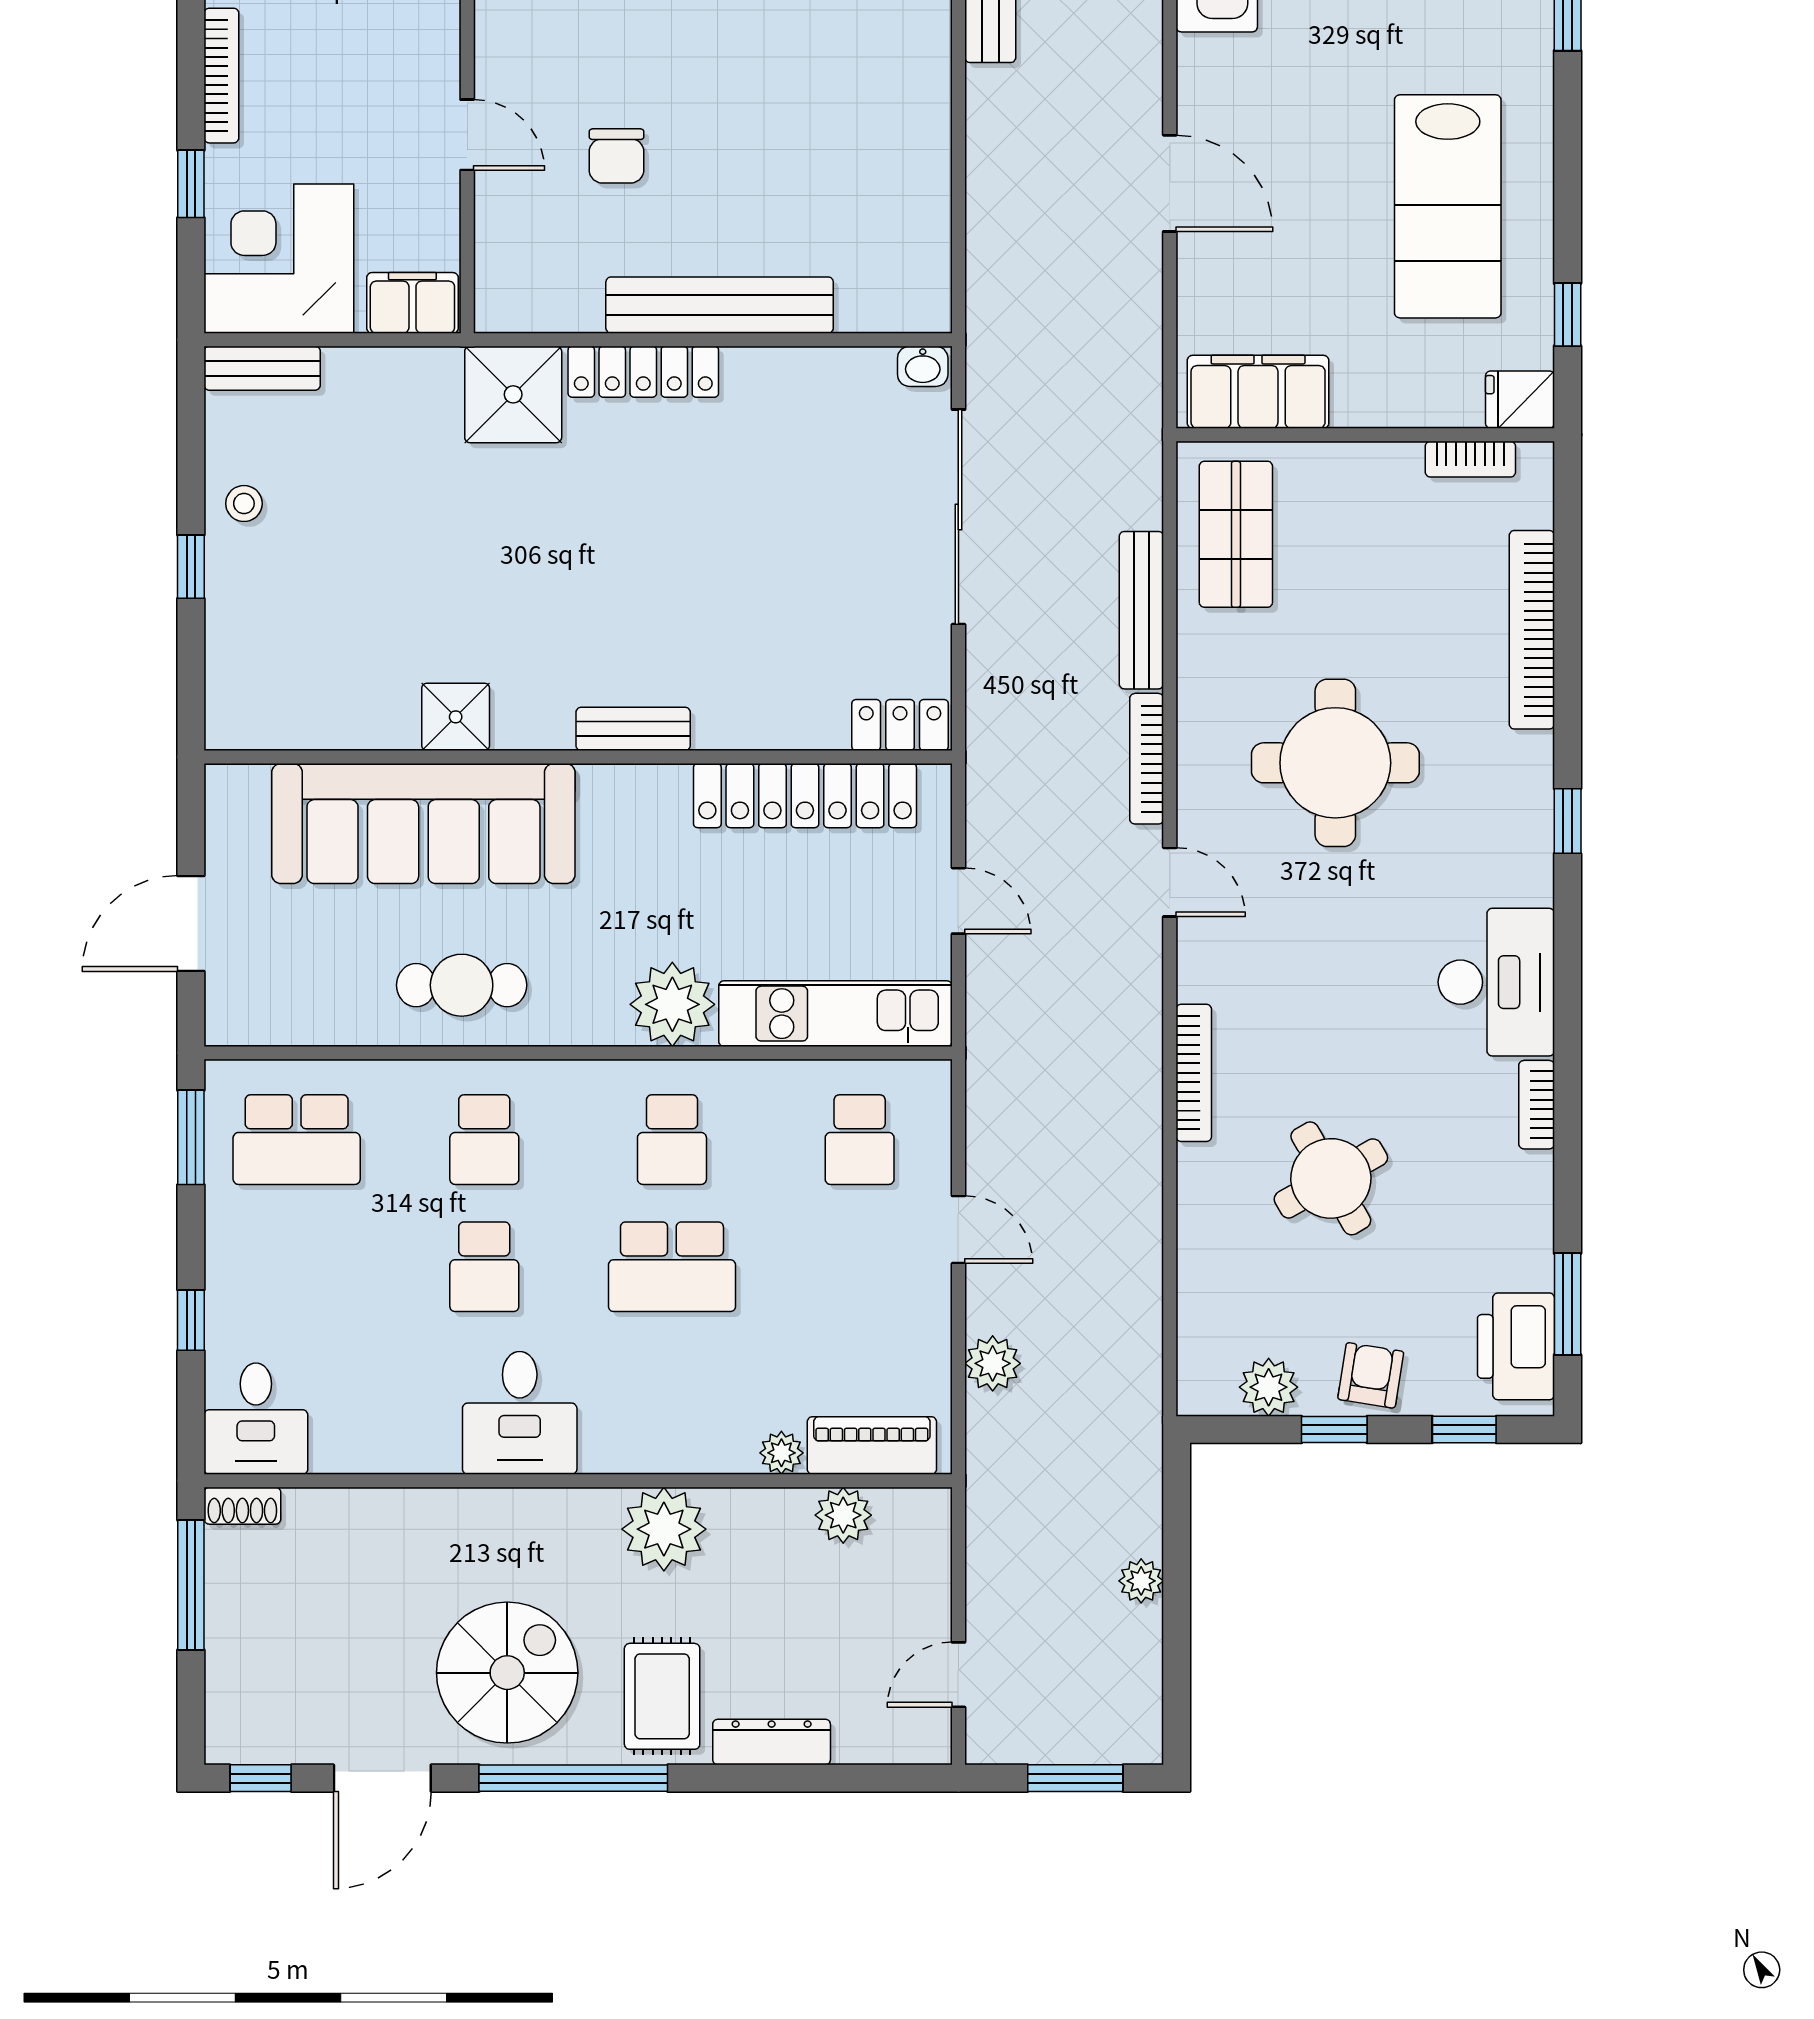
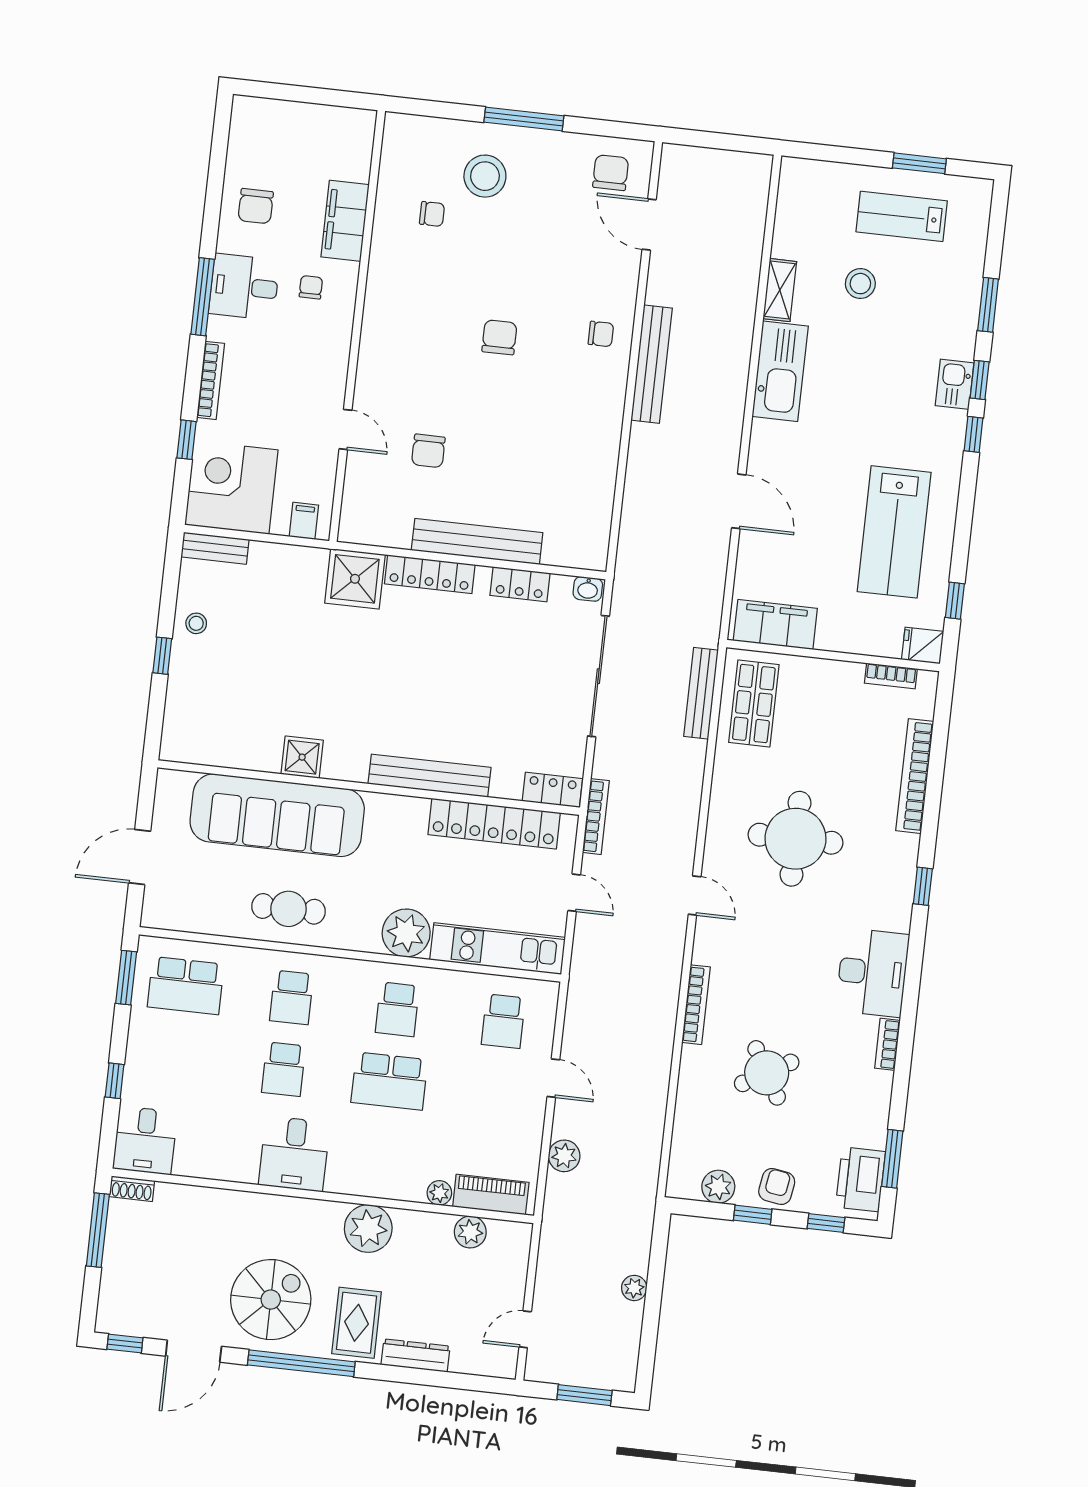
filing cabinet: (412, 303) -> (304, 521), width x0.50
locker: (803, 372) -> (520, 584), added
bench: (1141, 610) -> (701, 693), moved
bench: (633, 729) -> (430, 776), width x1.86, depth x1.21
bookcase: (1147, 759) -> (596, 817), moved, turned 180

